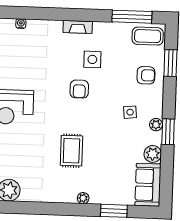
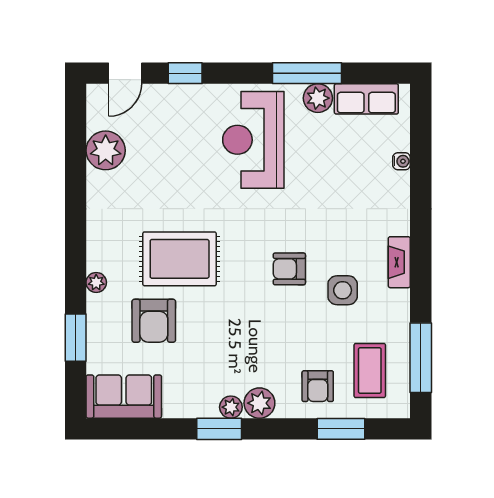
coffee table: (148, 36) -> (370, 371), moved
side table: (130, 112) -> (251, 360), removed
rug: (71, 151) -> (180, 259), width x1.36, depth x1.43
plant: (153, 154) -> (259, 403), moved
armchair: (106, 166) -> (154, 321), added

